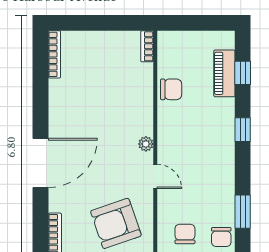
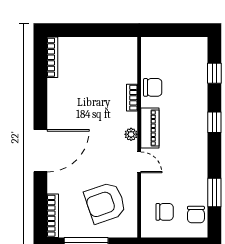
bookcase: (147, 46) -> (132, 98), moved
piano: (224, 73) -> (150, 128), moved, turned 180
chair: (185, 234) -> (165, 212), turned 90

